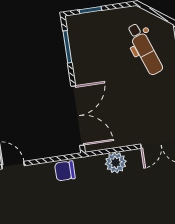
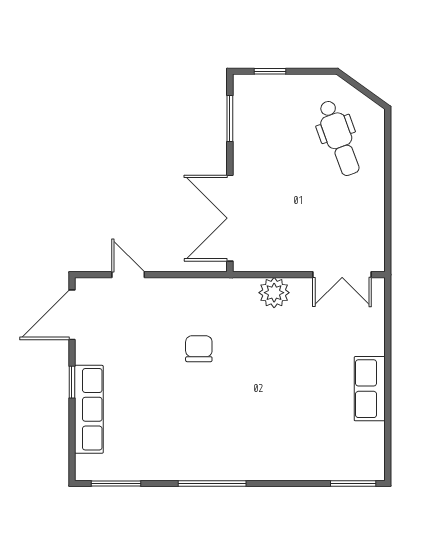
double door: (78, 116) -> (230, 218), swing flipped
chair: (65, 171) -> (199, 349), moved, turned 90

